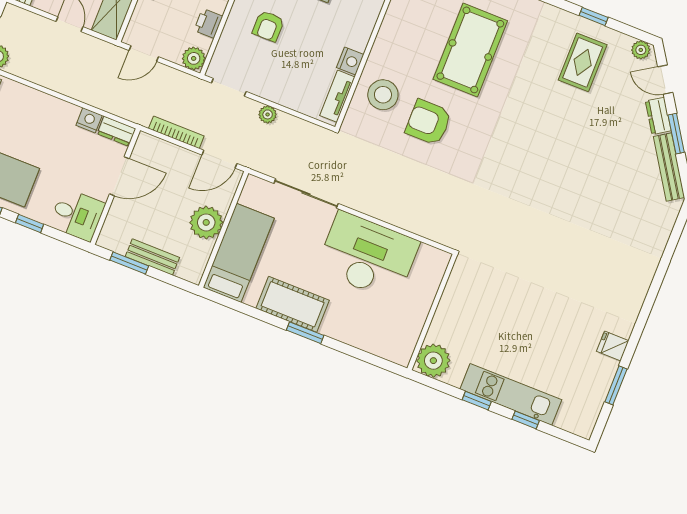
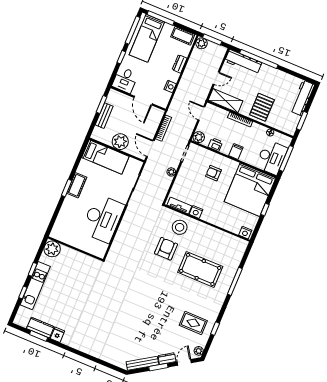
dresser: (116, 131) -> (180, 64), moved
cot: (293, 304) -> (77, 185), width x0.73, depth x0.75
kitchen counter: (599, 382) -> (40, 328), added

